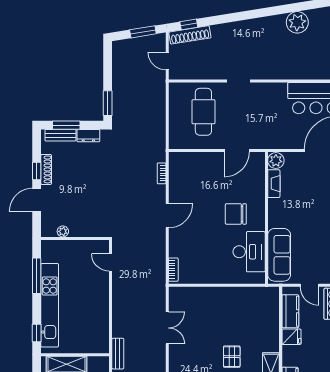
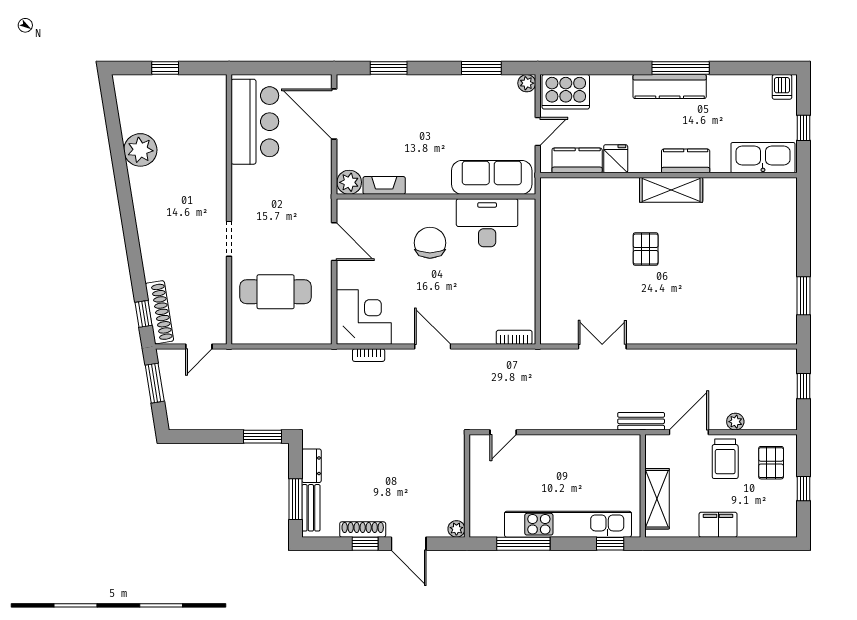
corner desk: (187, 170) -> (364, 317), added
chair: (236, 214) -> (430, 243), turned 180
plant: (63, 231) -> (456, 529), moved
pallet: (232, 357) -> (646, 249), turned 90

